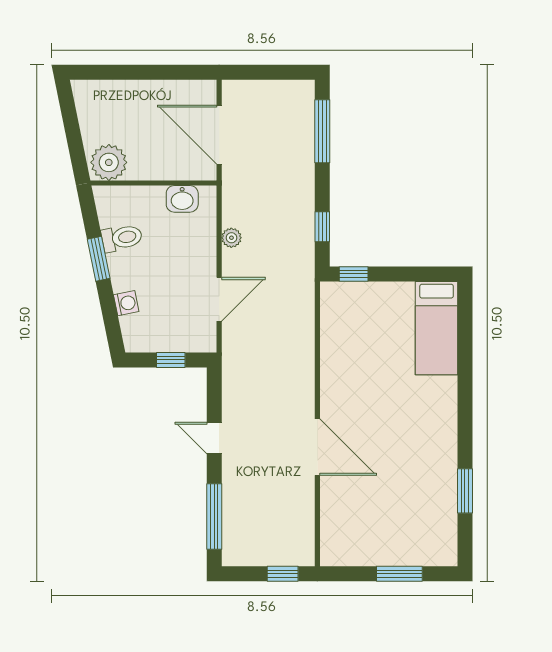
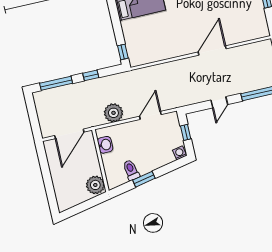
window: (322, 227) -> (91, 75), moved
plant: (231, 238) -> (113, 113), width x1.88, depth x1.88
door: (219, 299) -> (150, 115), hinge flipped
washing machine: (126, 303) -> (180, 153), moved

